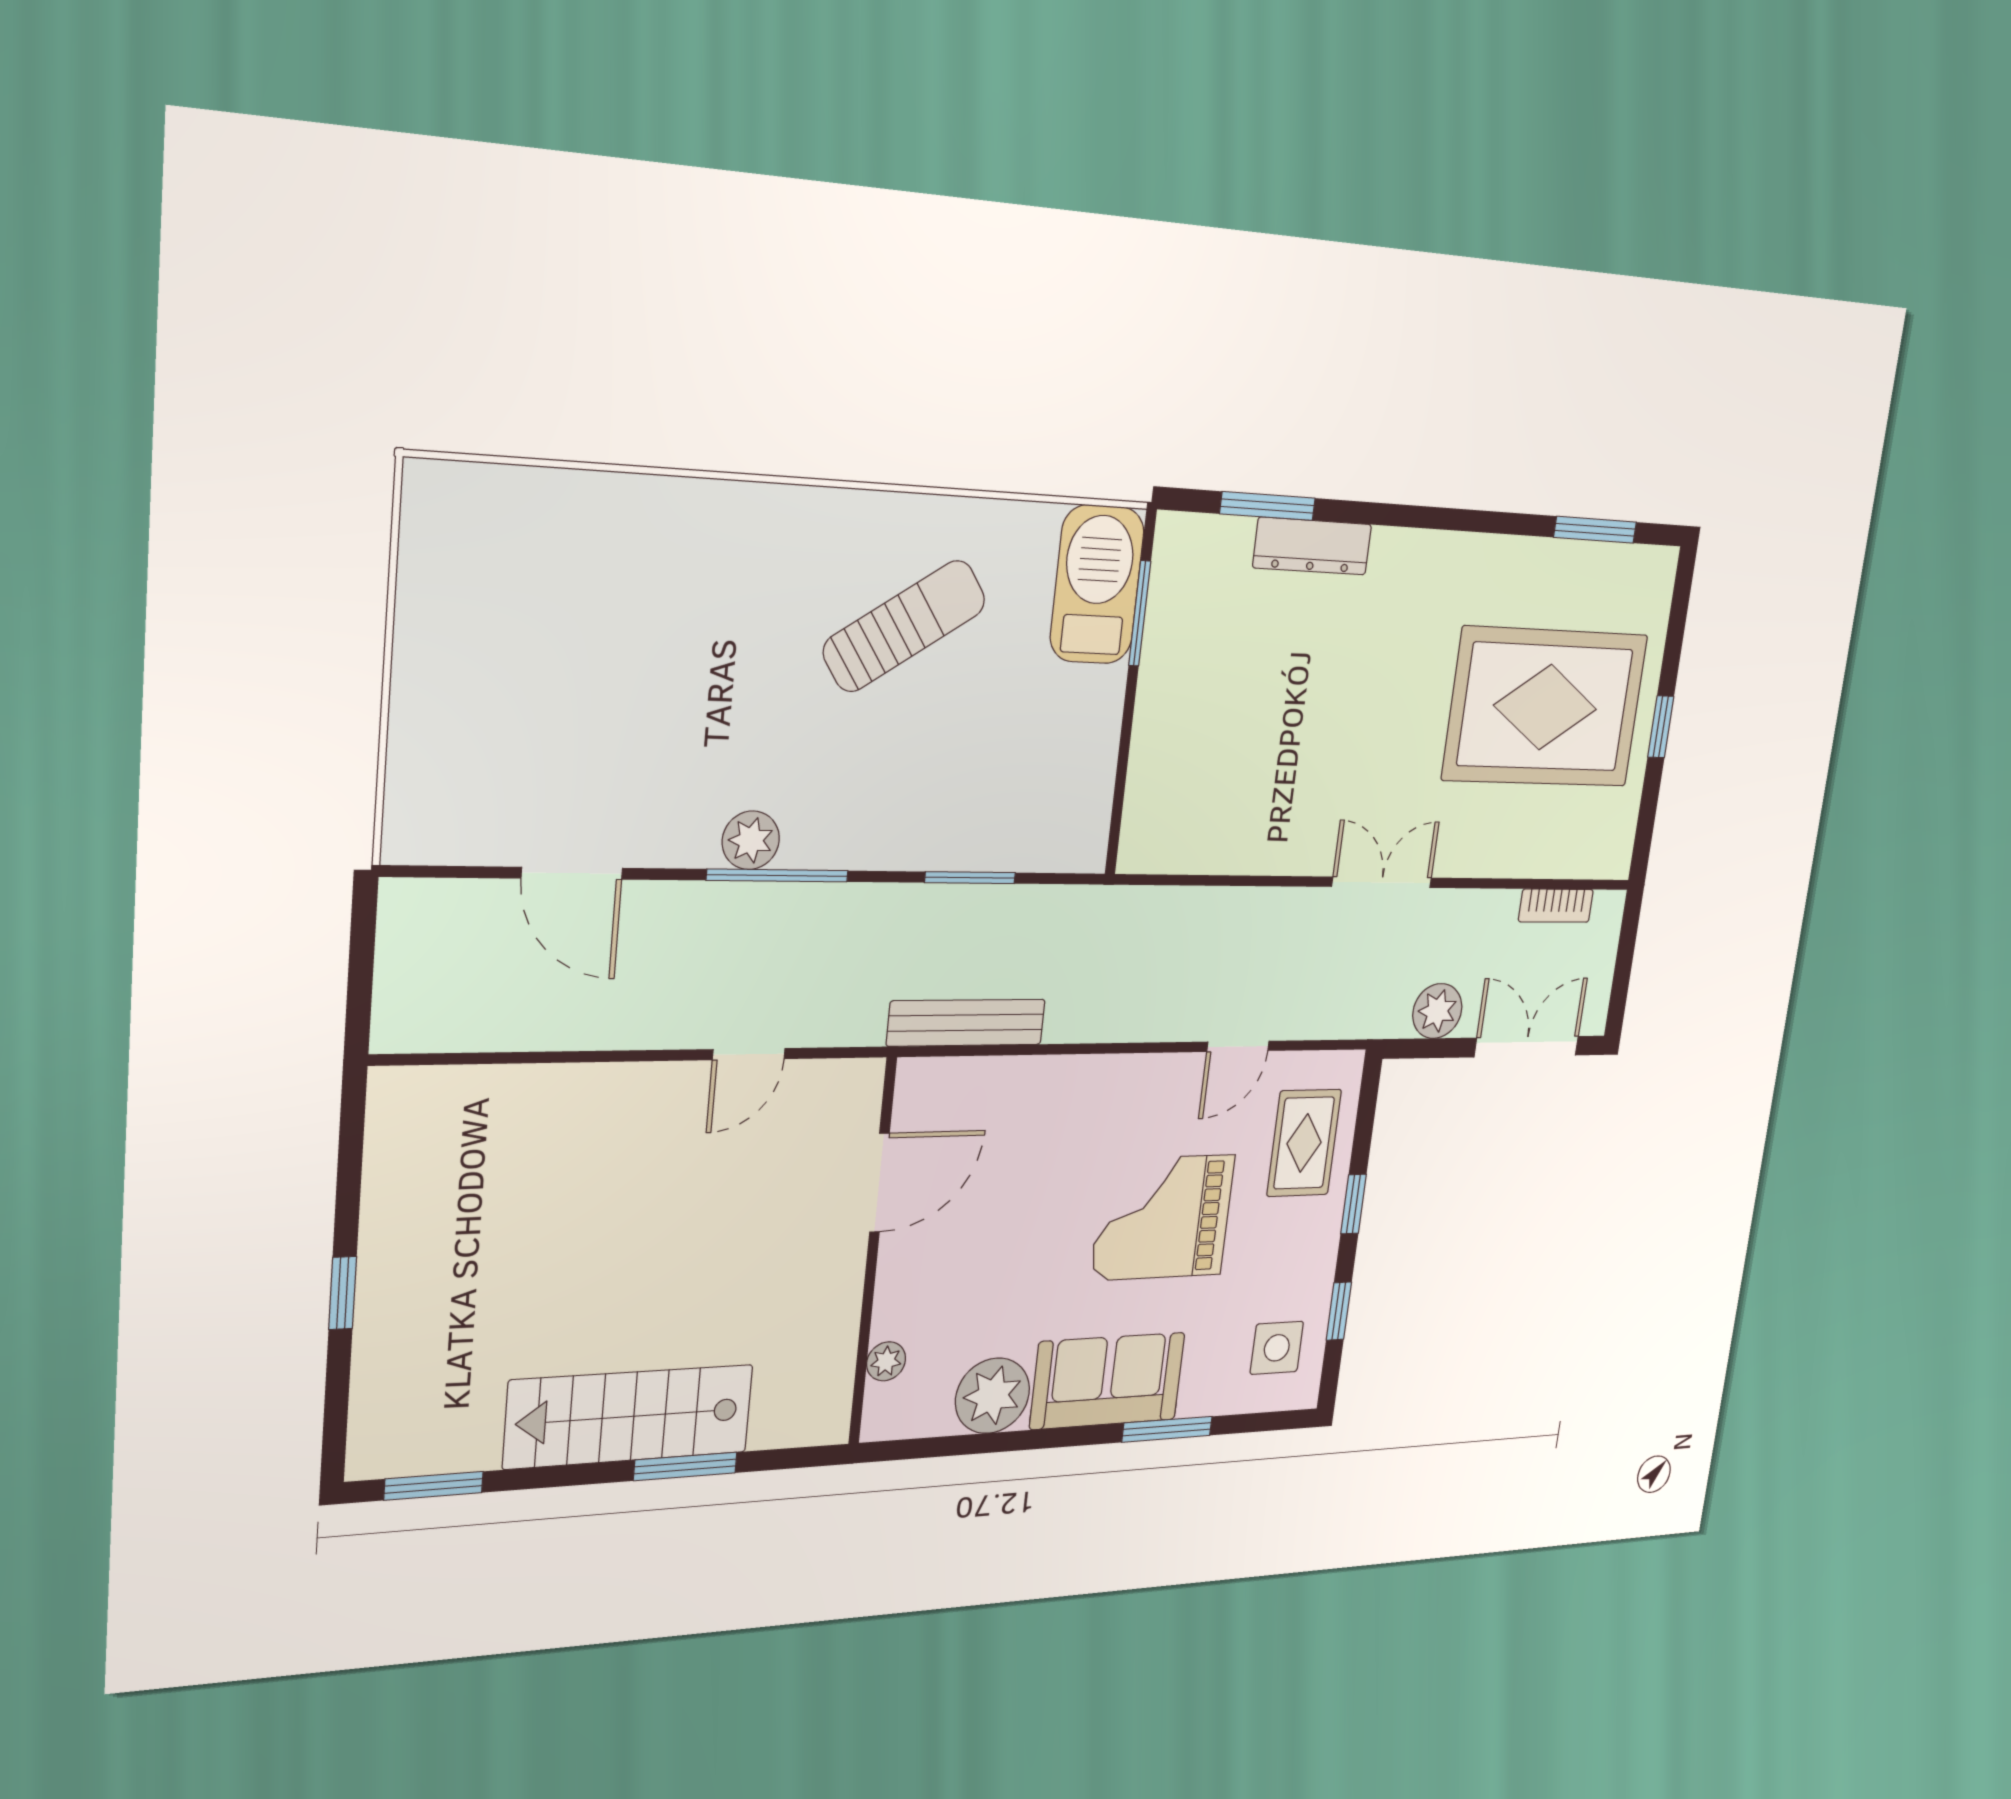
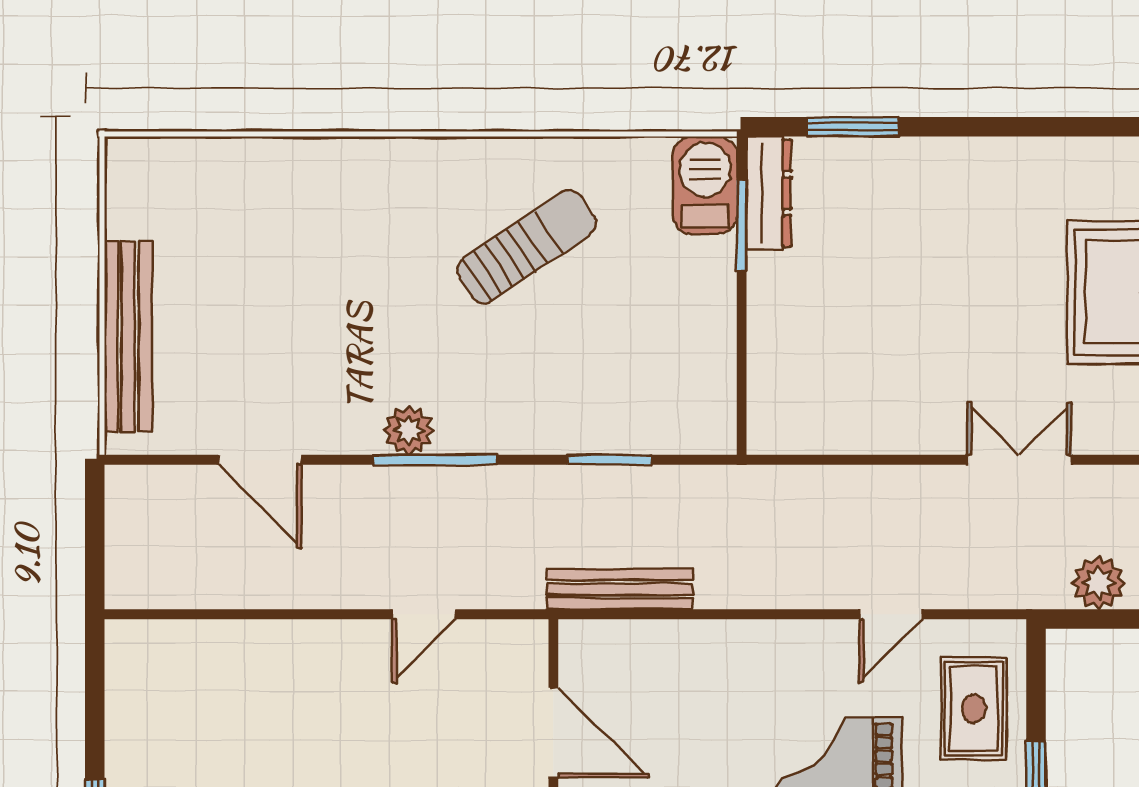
dresser: (1312, 546) -> (769, 193), moved, turned -90
barbecue: (1097, 585) -> (705, 185), width x0.73, depth x0.83
bench: (418, 717) -> (128, 337), added
door: (879, 1183) -> (553, 733), hinge flipped

